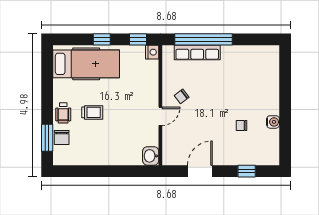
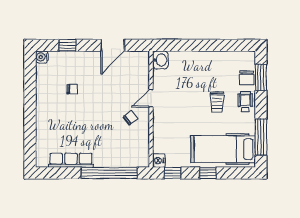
row of seats: (197, 52) -> (71, 160), moved
window: (47, 76) -> (261, 137), added
trolley: (92, 112) -> (217, 102), turned -90
water cooler: (273, 122) -> (42, 57), moved
chair: (62, 137) -> (247, 78), turned 180

